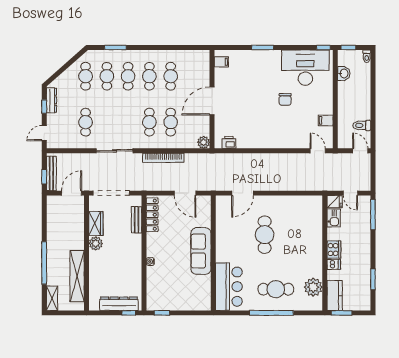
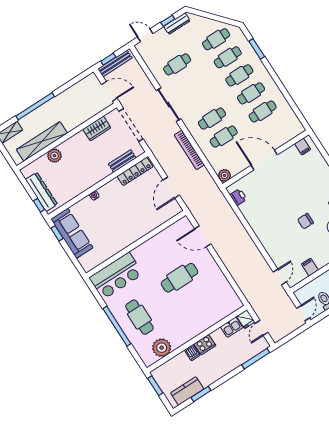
plant: (96, 243) -> (54, 156), moved
sofa: (201, 251) -> (72, 233), moved, turned 90
kitchen counter: (335, 295) -> (187, 391), moved, turned 180

